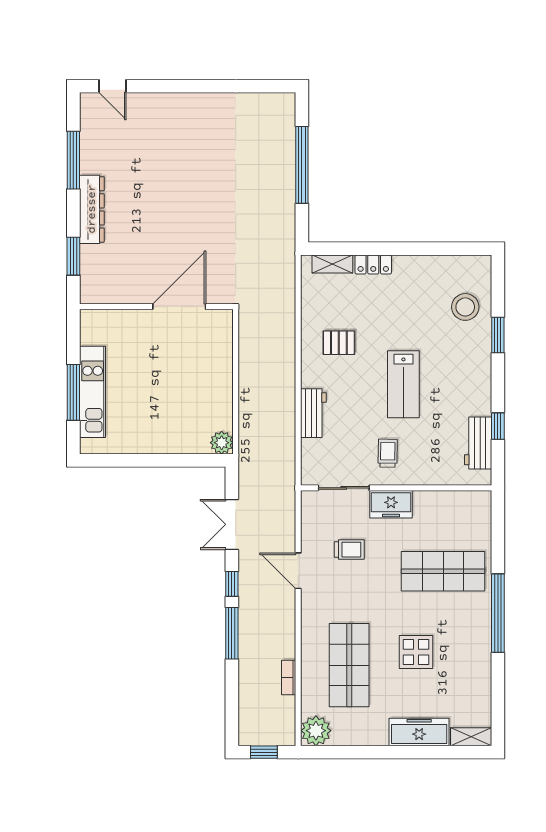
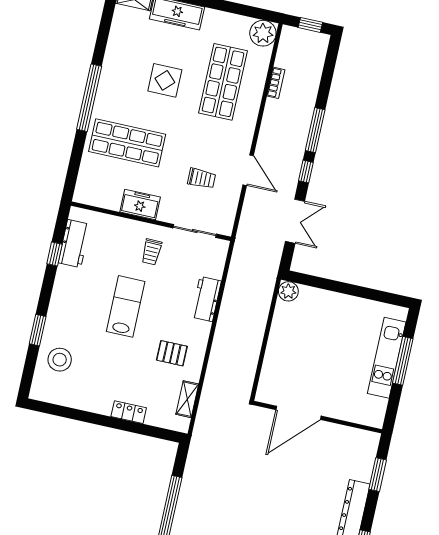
shelving: (332, 264) -> (187, 399), moved, turned 90
freezer: (391, 504) -> (140, 205), moved
trolley: (349, 550) -> (202, 178), turned 180

